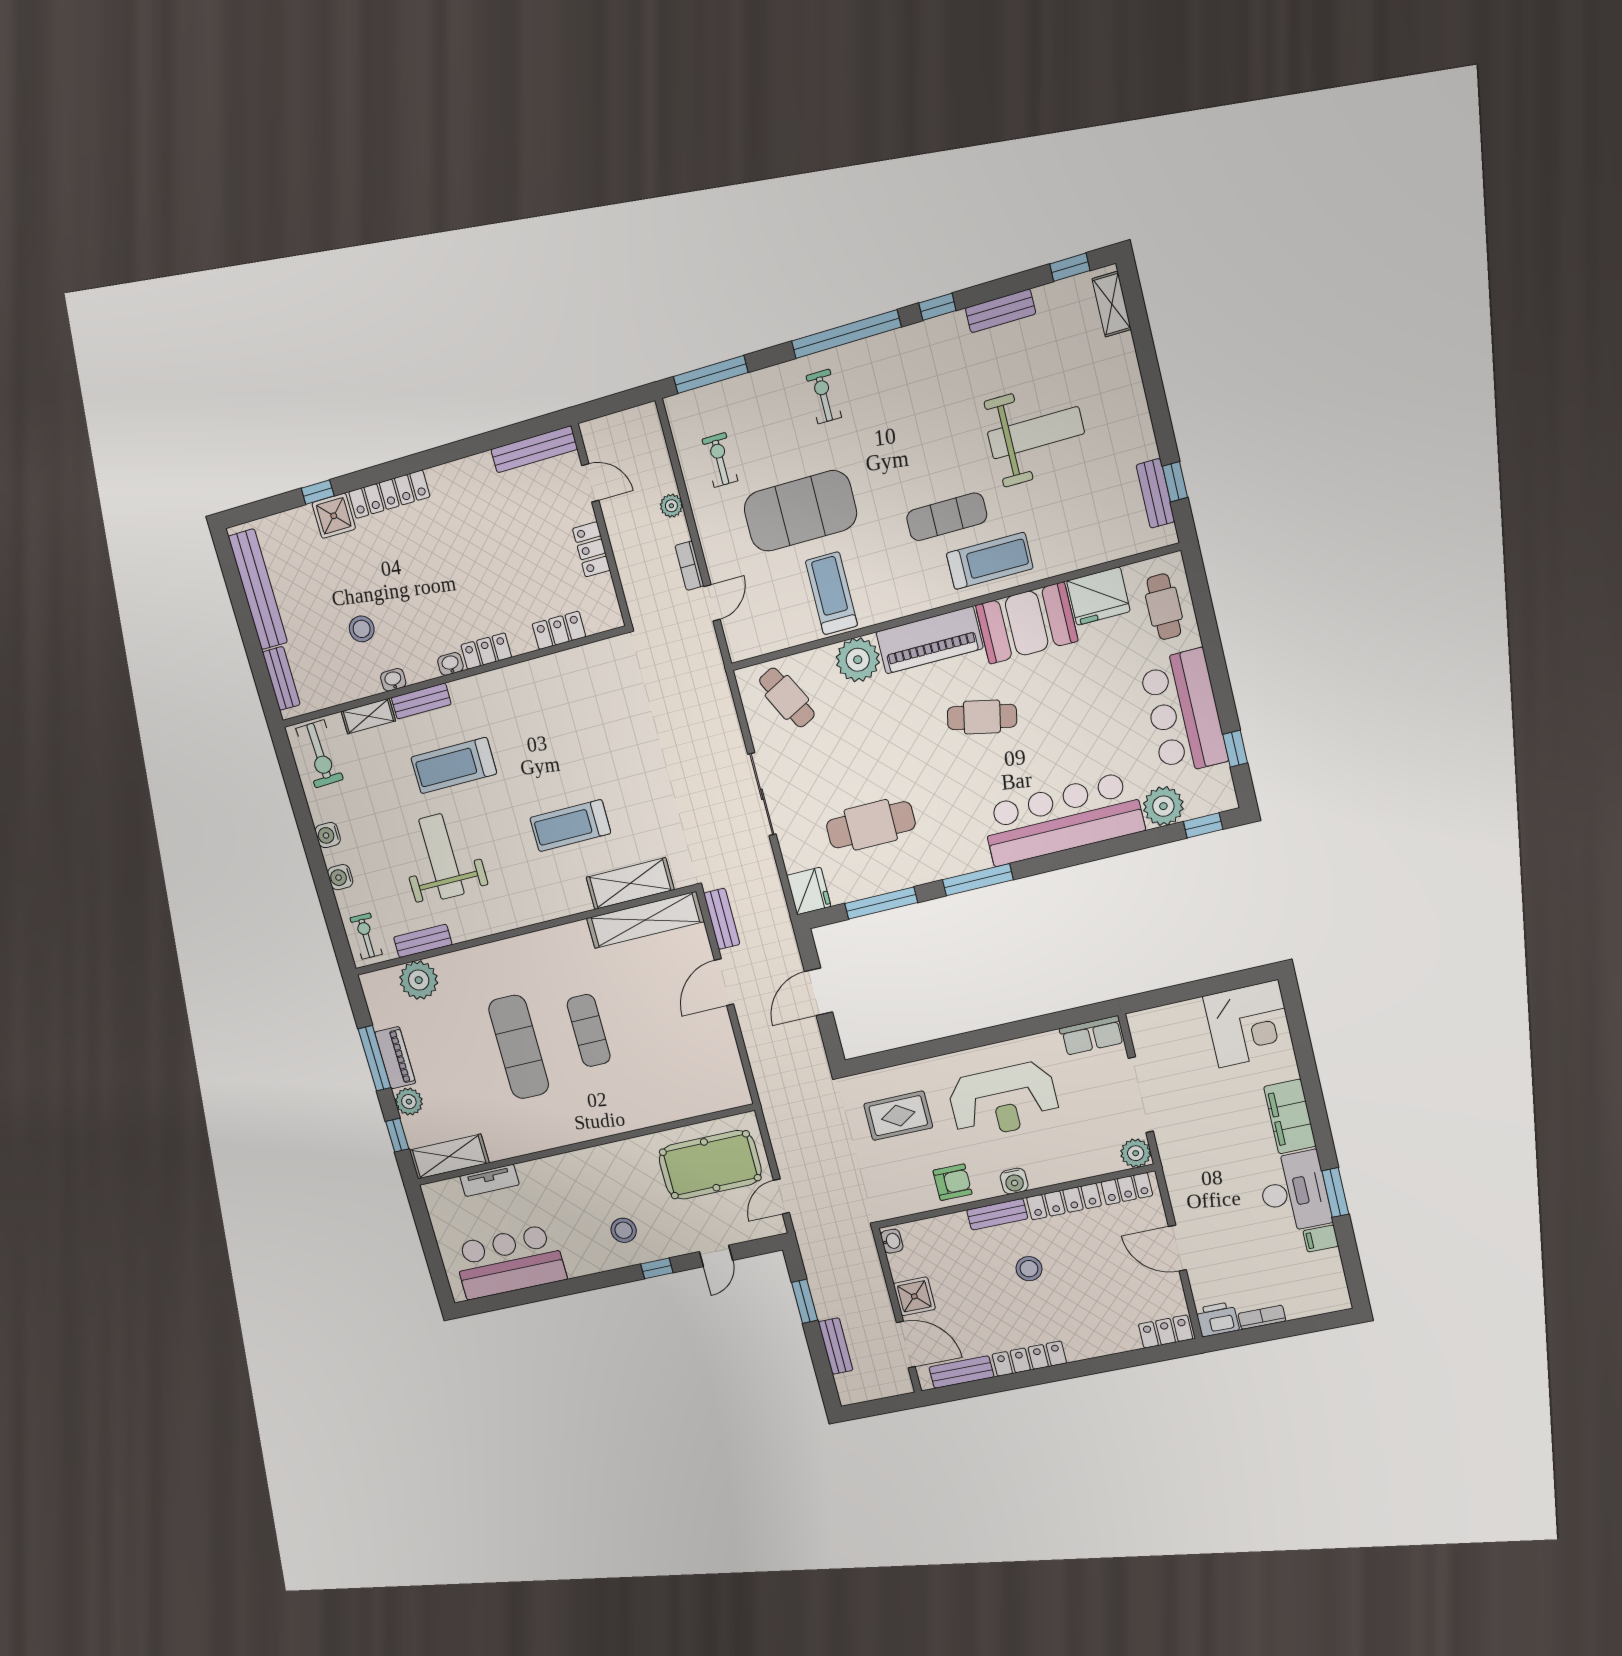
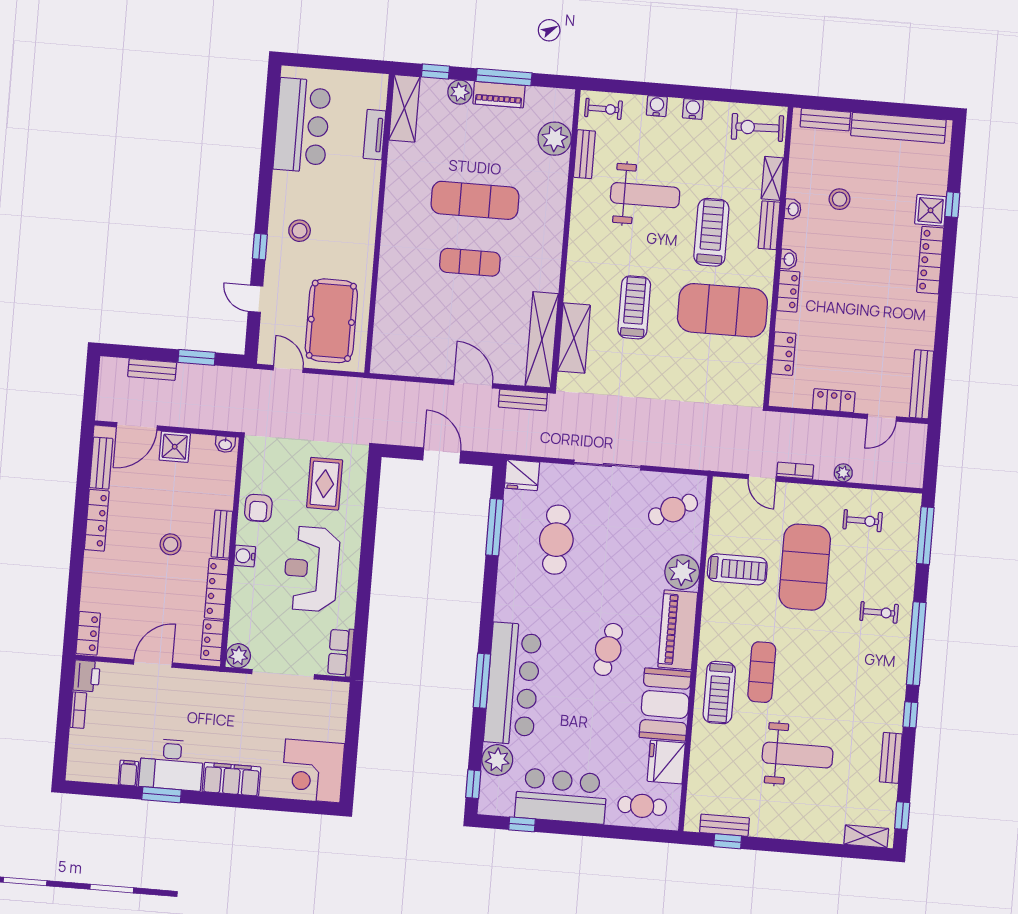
weight bench: (1036, 433) -> (798, 755), turned -90
exercise mat: (536, 721) -> (722, 310), added
window: (978, 880) -> (482, 681), moved

